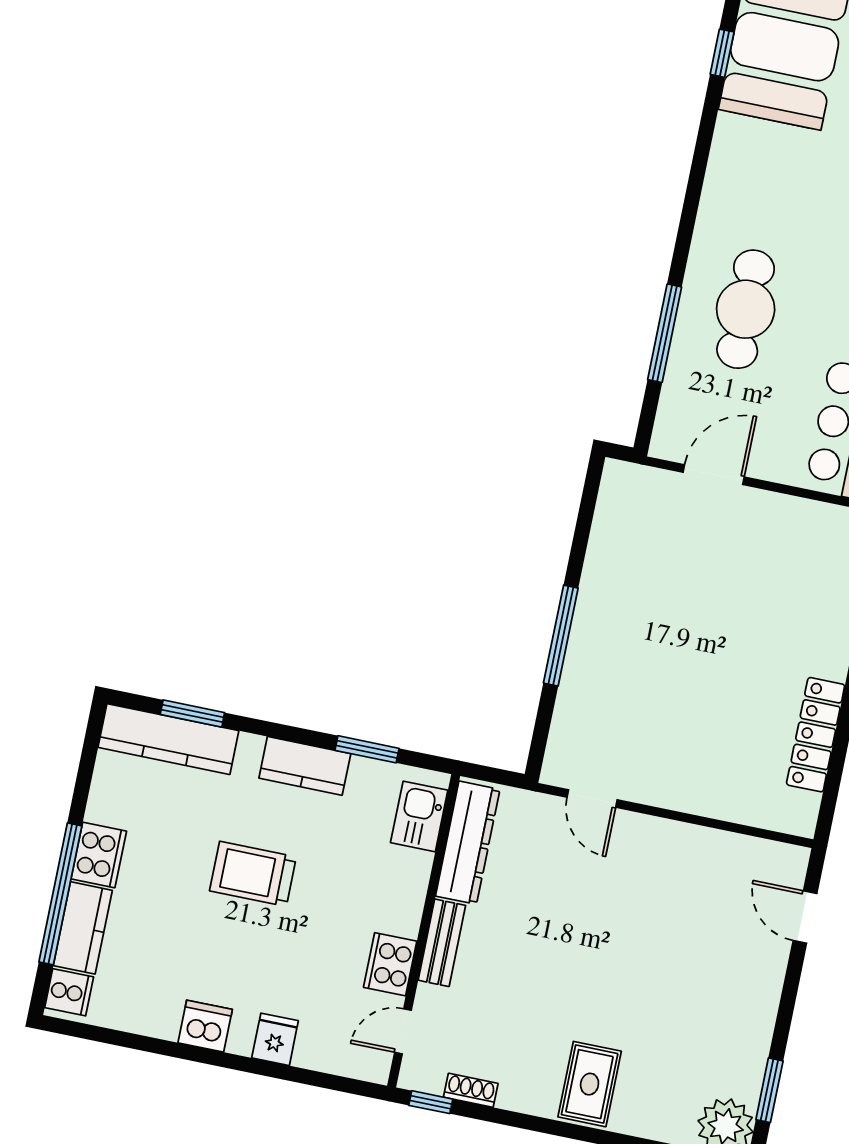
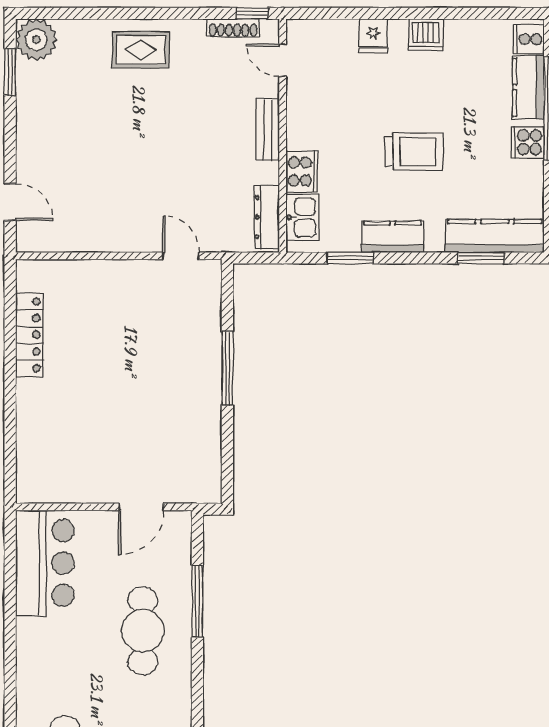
dresser: (468, 843) -> (267, 217), width x0.73, depth x0.80
cooker: (99, 855) -> (528, 142), width x0.73
cooker: (390, 964) -> (302, 171), moved
door: (403, 1031) -> (283, 60), swing flipped
rug: (590, 1084) -> (140, 50), turned 90
shoe rack: (471, 1090) -> (233, 28), width x1.43

